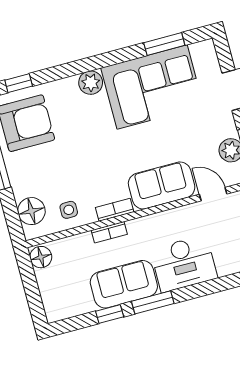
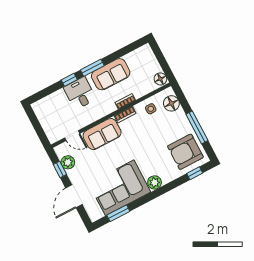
desk: (184, 264) -> (80, 93), width x0.73
window: (110, 314) -> (69, 80), moved

